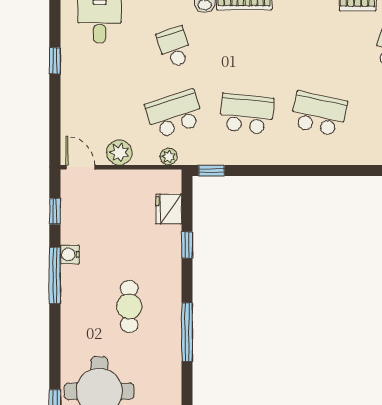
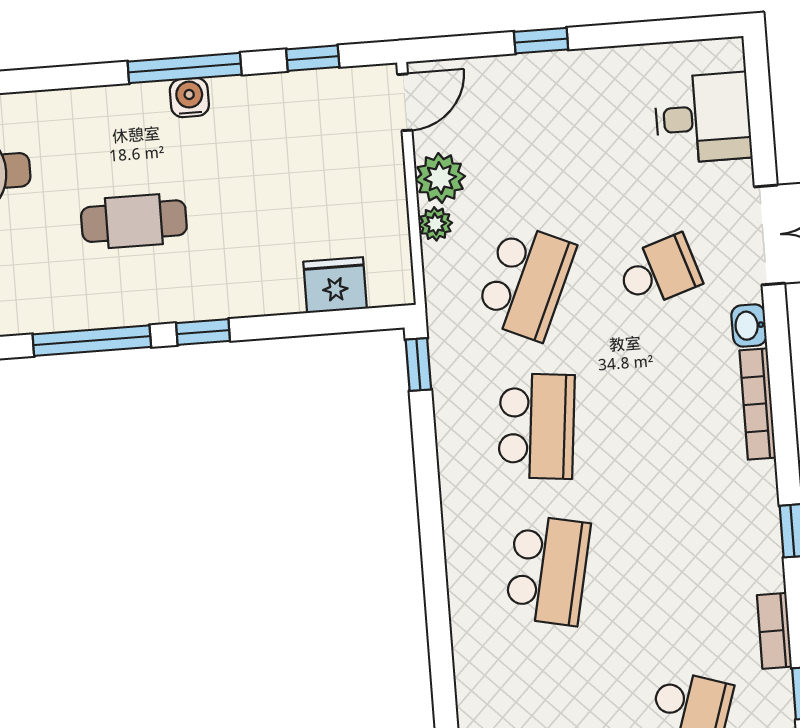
window: (55, 61) -> (541, 41), moved
school desk: (174, 114) -> (526, 282), turned 42
plant: (169, 157) -> (435, 224), moved
window: (187, 245) -> (203, 332), moved
water cooler: (70, 254) -> (189, 98), moved

